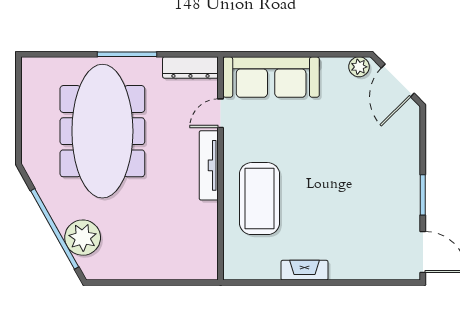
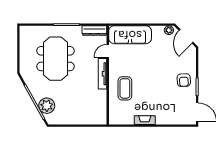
meeting table: (102, 131) -> (55, 59), width x0.73
armchair: (393, 180) -> (184, 80), added
coffee table: (259, 199) -> (125, 88), width x0.73, depth x0.76

